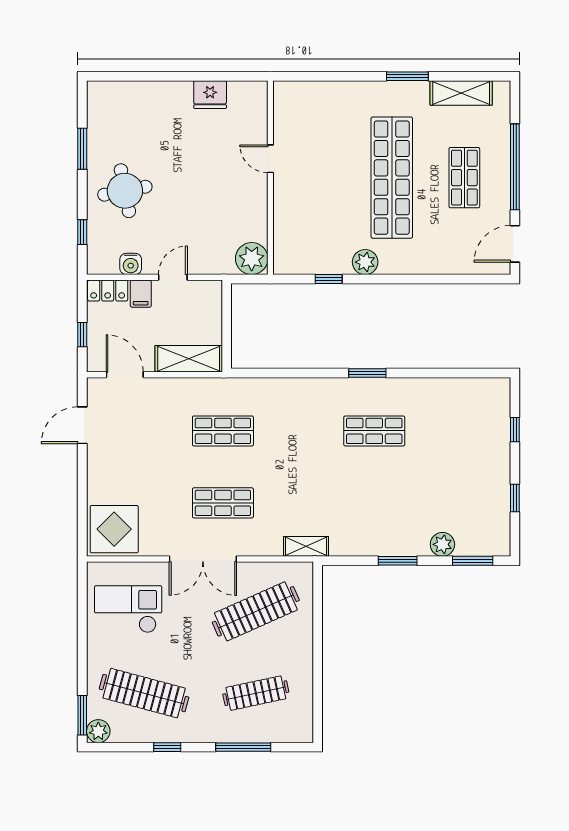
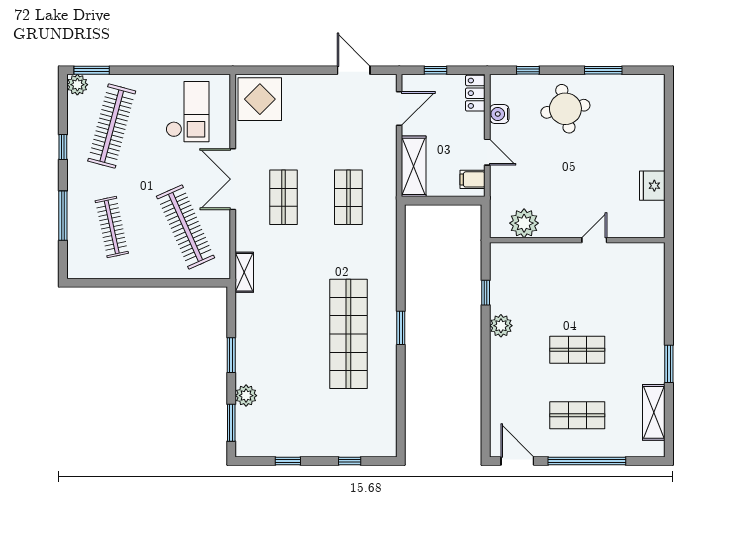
shop shelf: (392, 178) -> (577, 350), width x0.50, depth x0.74
plant: (252, 259) -> (524, 223), moved
filing cabinet: (141, 294) -> (473, 179), moved
shop shelf: (374, 431) -> (348, 334), width x2.00, depth x1.36

